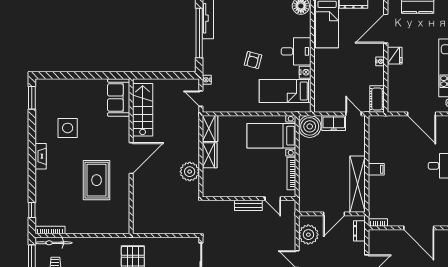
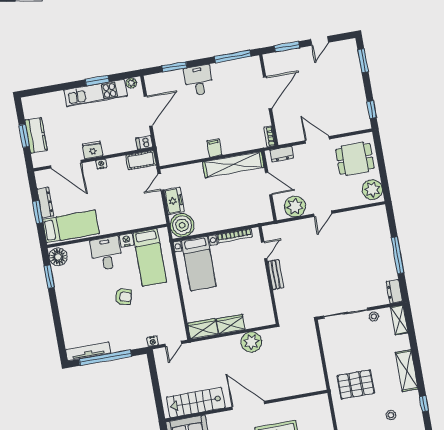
dishwasher: (393, 105) -> (144, 143), added

